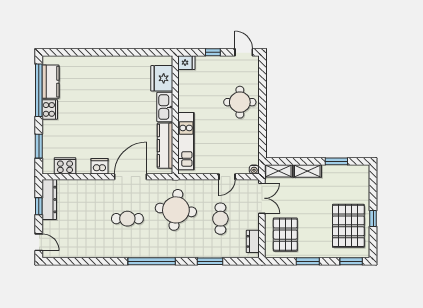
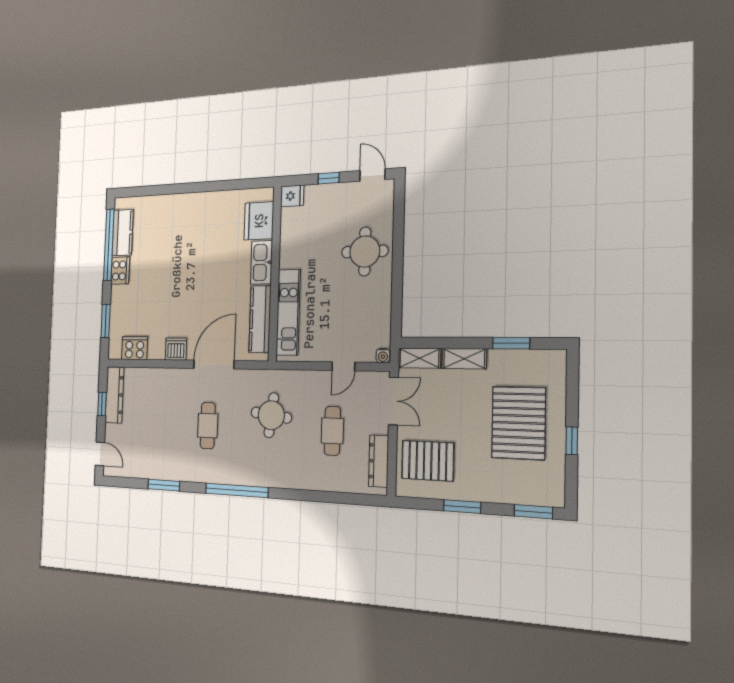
round table: (176, 210) -> (271, 415), width x0.73, depth x0.73
cafe table: (127, 219) -> (208, 426), turned 90
pallet: (348, 226) -> (518, 423), moved
pallet: (285, 235) -> (428, 461), turned 90
dresser: (253, 241) -> (379, 461), width x1.44
window: (210, 261) -> (164, 485), moved

